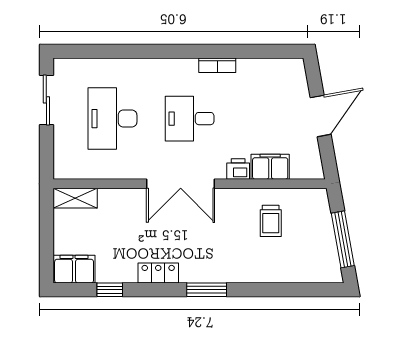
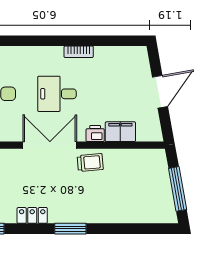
double door: (181, 184) -> (50, 145), swing flipped
trolley: (271, 221) -> (90, 163), moved, turned -95

